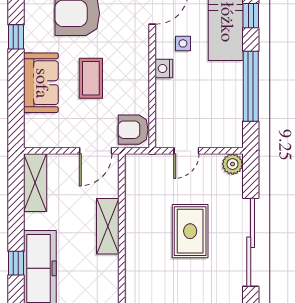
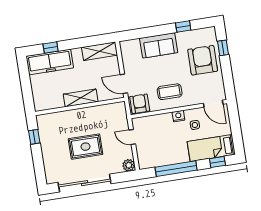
coffee table: (91, 78) -> (170, 92), moved

